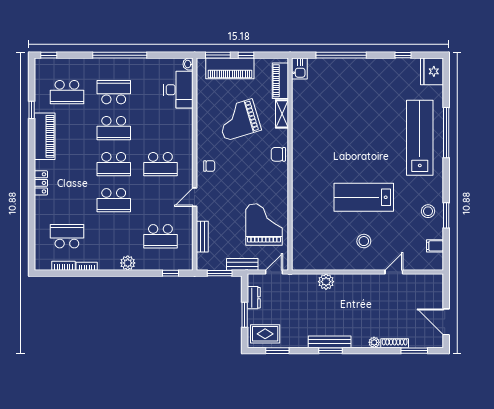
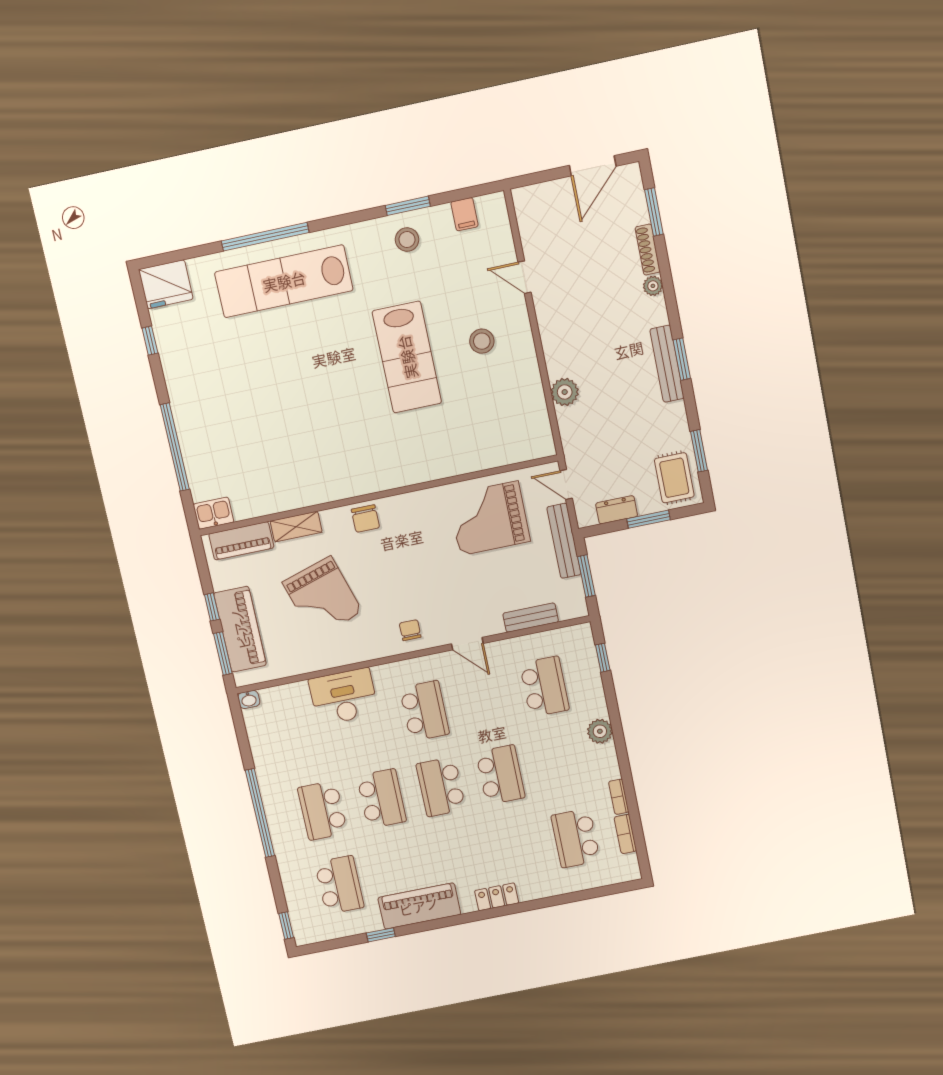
desk: (178, 90) -> (344, 697), moved
school desk: (114, 164) -> (441, 787), turned 180
bench: (242, 264) -> (564, 541), width x1.36

